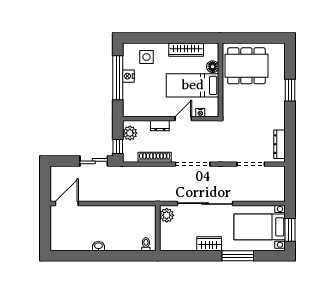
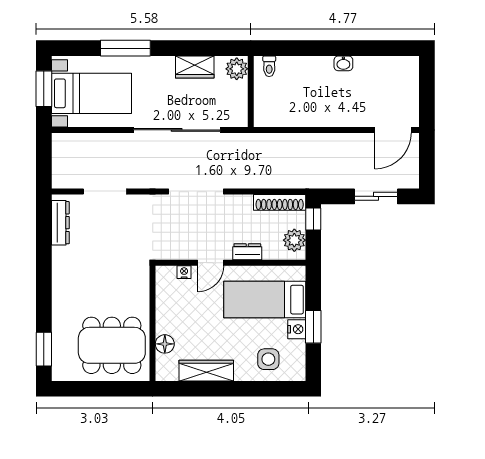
window: (118, 78) -> (313, 327), width x0.47
bed: (193, 85) -> (265, 300), moved, turned 180
window: (290, 90) -> (44, 349), moved
shoe rack: (155, 157) -> (280, 202), moved
sliding door: (94, 161) -> (376, 196), moved
plant: (167, 215) -> (237, 69), moved
wardrobe: (209, 244) -> (195, 67), moved

